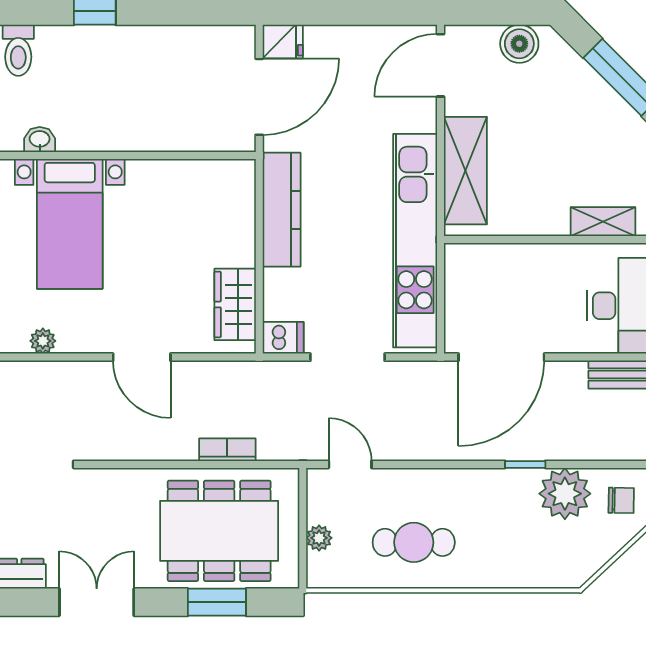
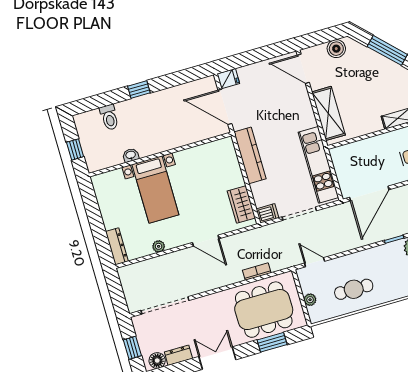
door: (440, 65) -> (303, 69), hinge flipped
door: (259, 97) -> (225, 107), swing flipped
kitchen unit: (415, 241) -> (318, 165), width x0.73

